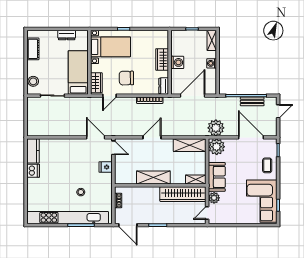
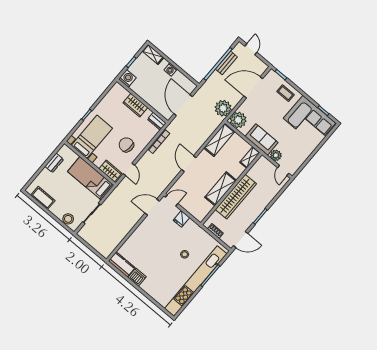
washing machine: (177, 62) -> (127, 78), moved
chair: (126, 78) -> (126, 145), turned 100
wardrobe: (183, 194) -> (236, 197), moved

